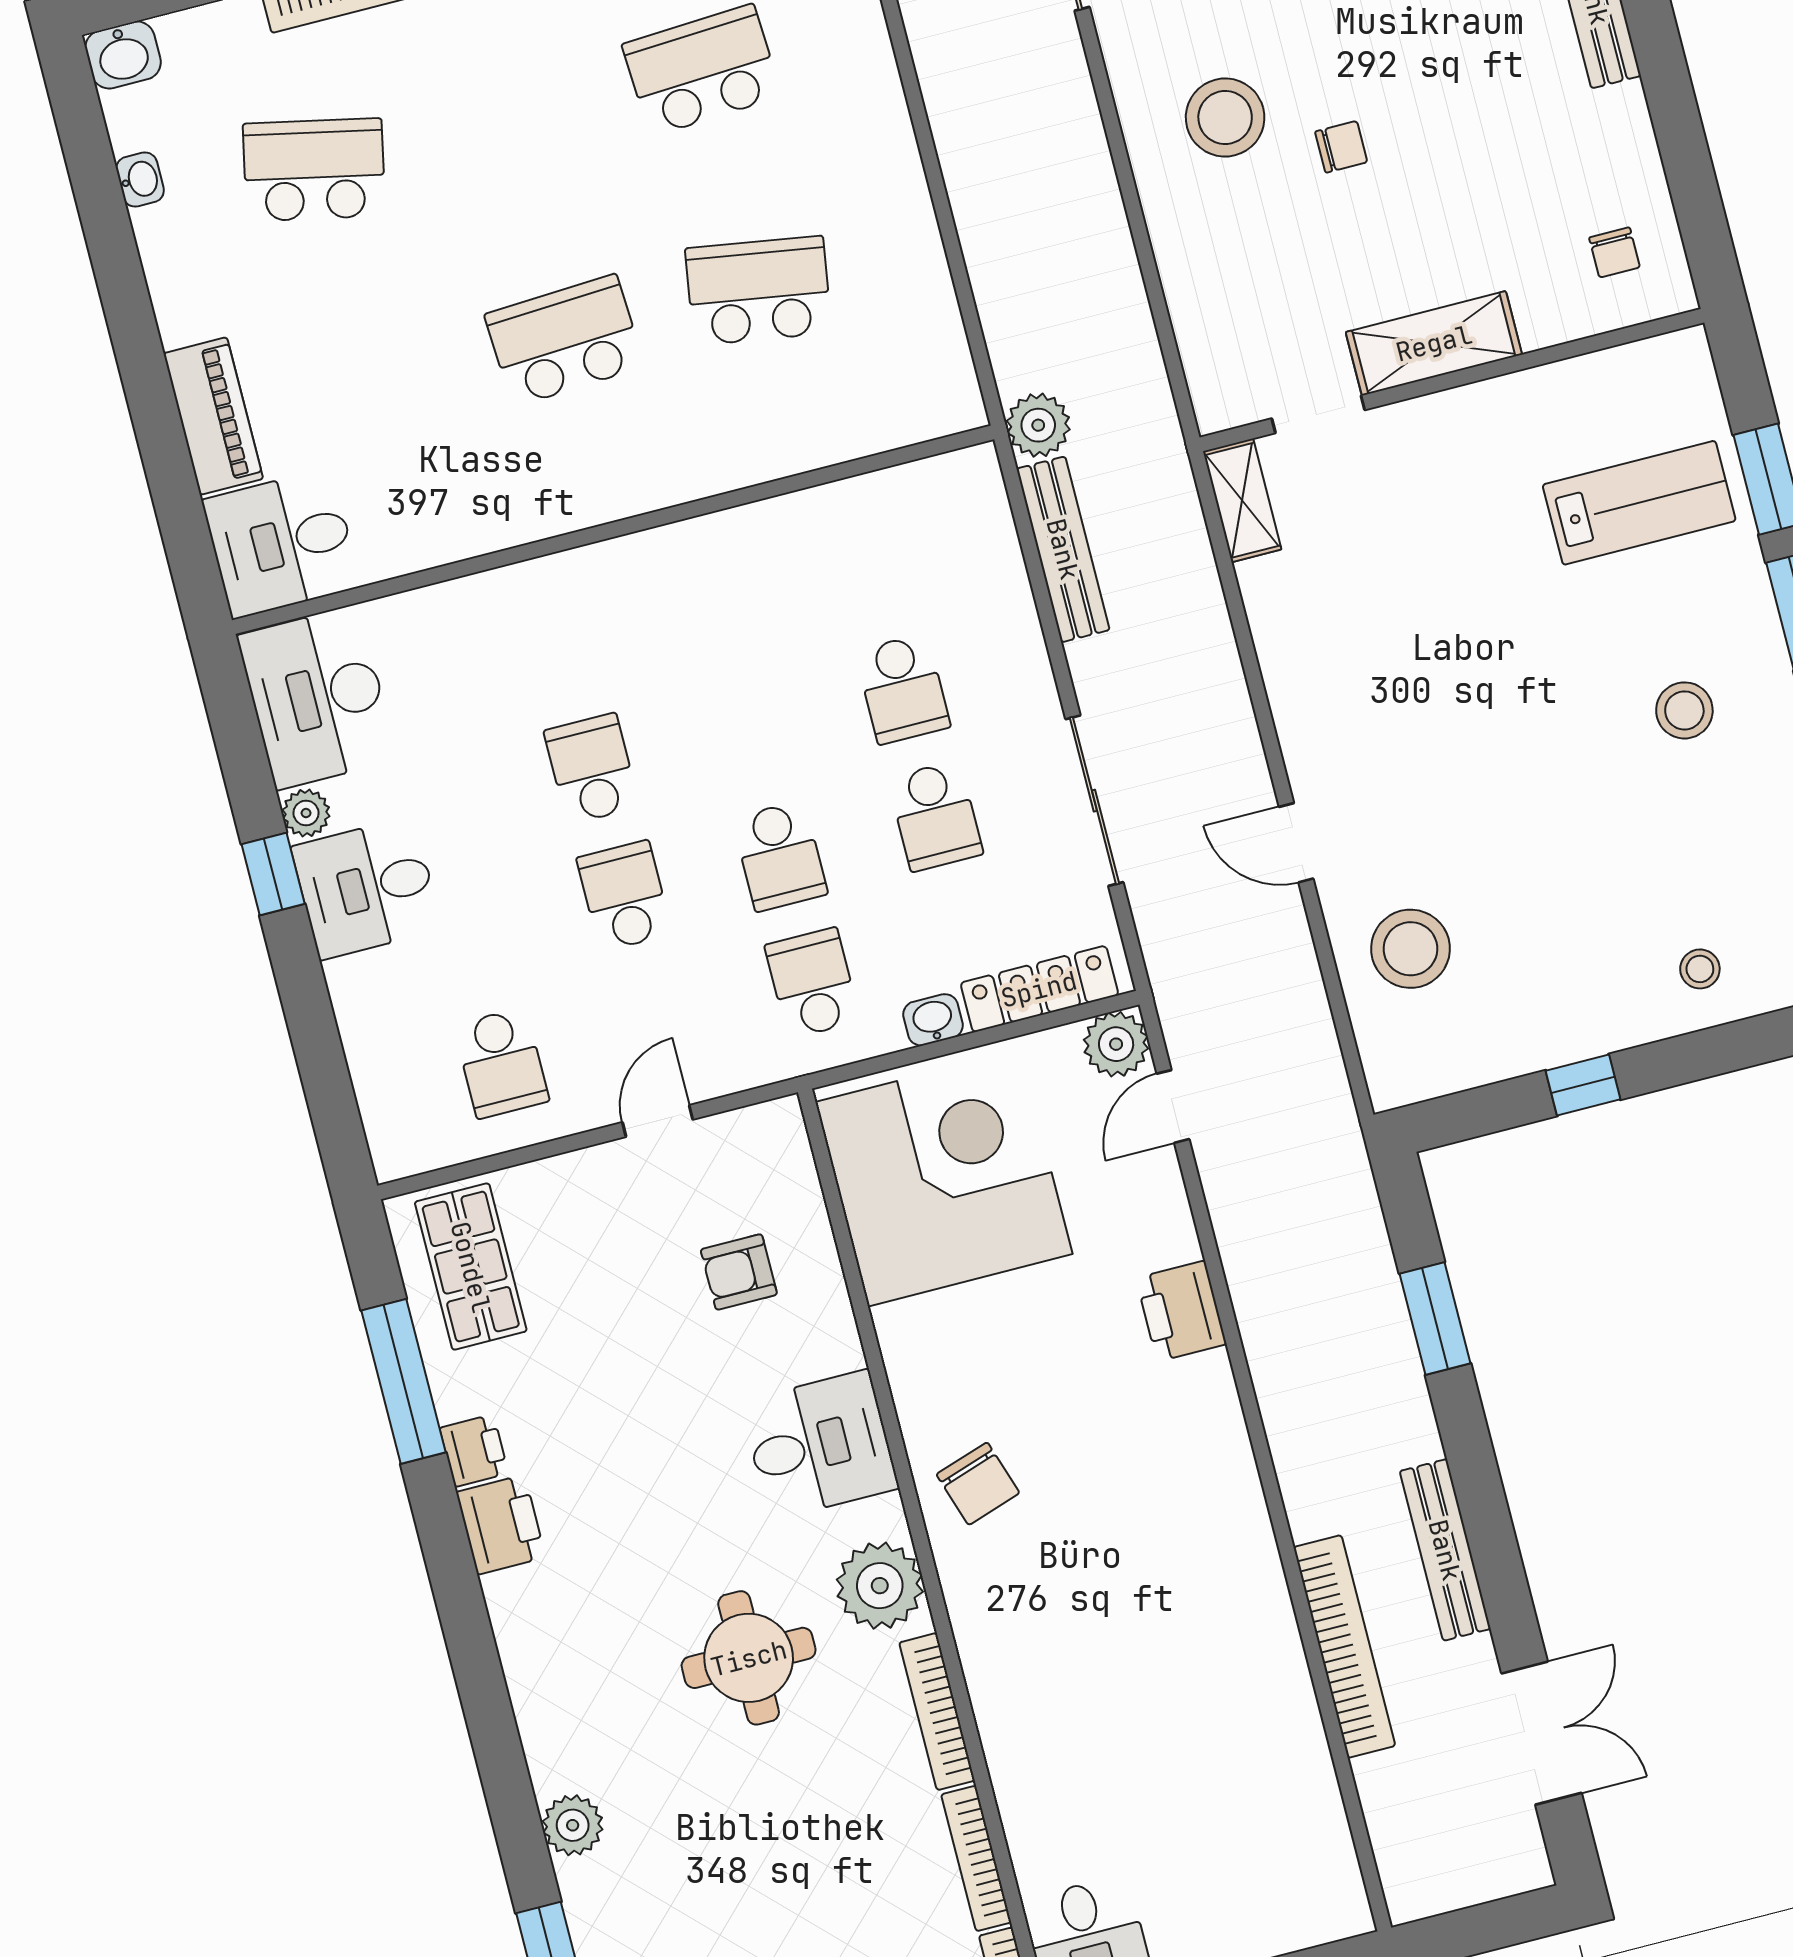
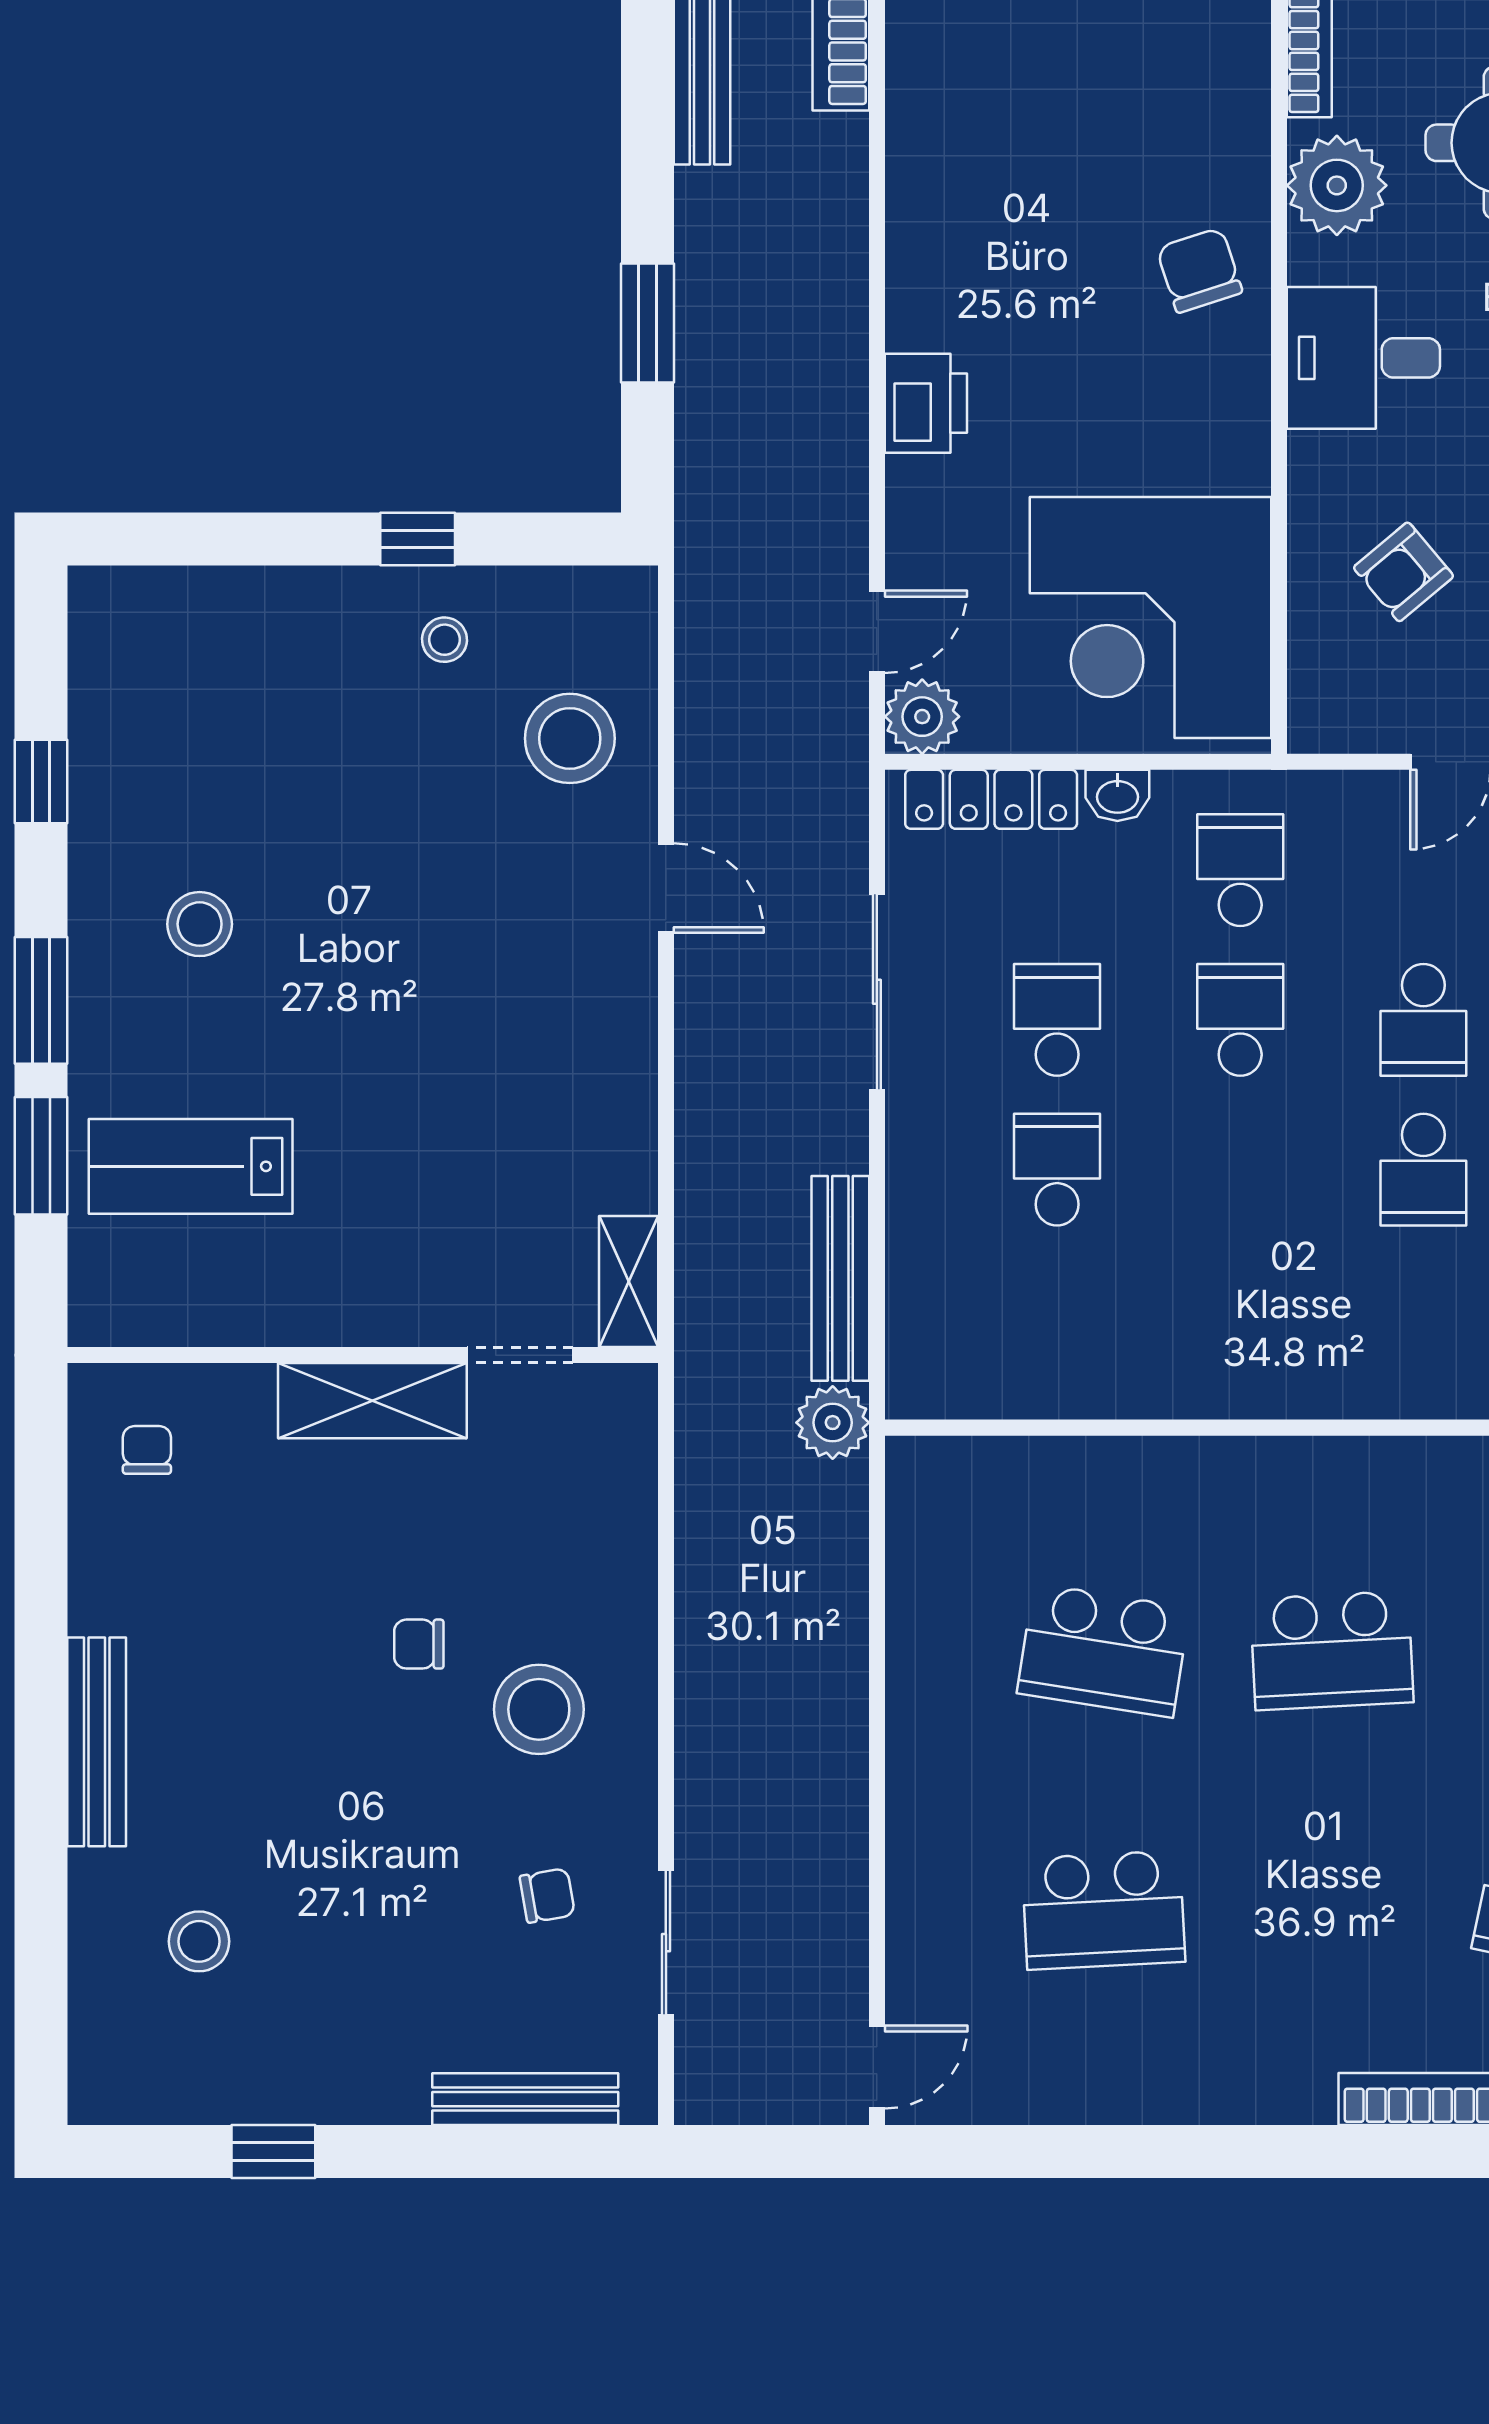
stool: (1700, 969) -> (444, 640), moved
school desk: (812, 983) -> (1240, 870), turned 180
armchair: (739, 1272) -> (1403, 572), turned 140

